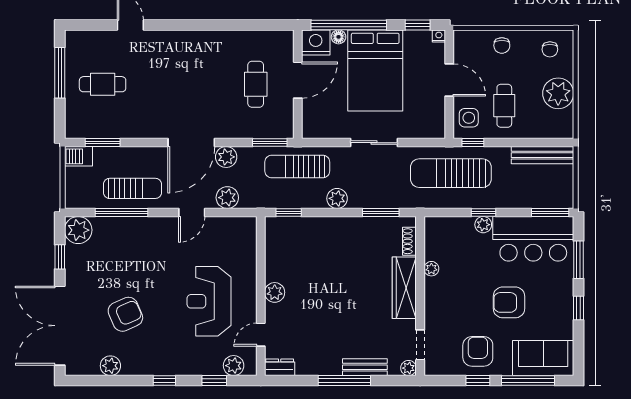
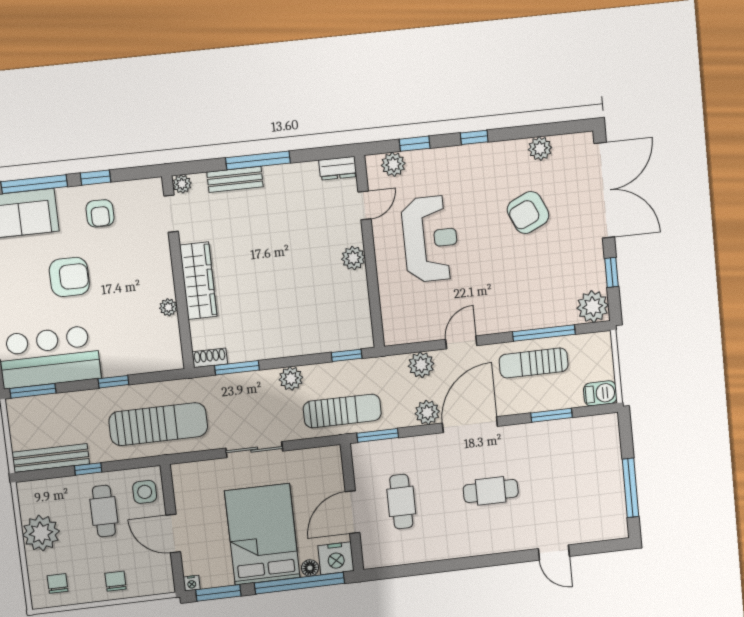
window: (418, 25) -> (218, 593), width x1.50
cafe table: (103, 84) -> (491, 491), moved
window: (103, 143) -> (552, 415), moved
window: (473, 143) -> (88, 469), moved
plant: (483, 225) -> (112, 367), removed
shoe rack: (409, 241) -> (210, 358), moved, turned -90
armchair: (478, 351) -> (100, 213), width x0.72, depth x0.72

